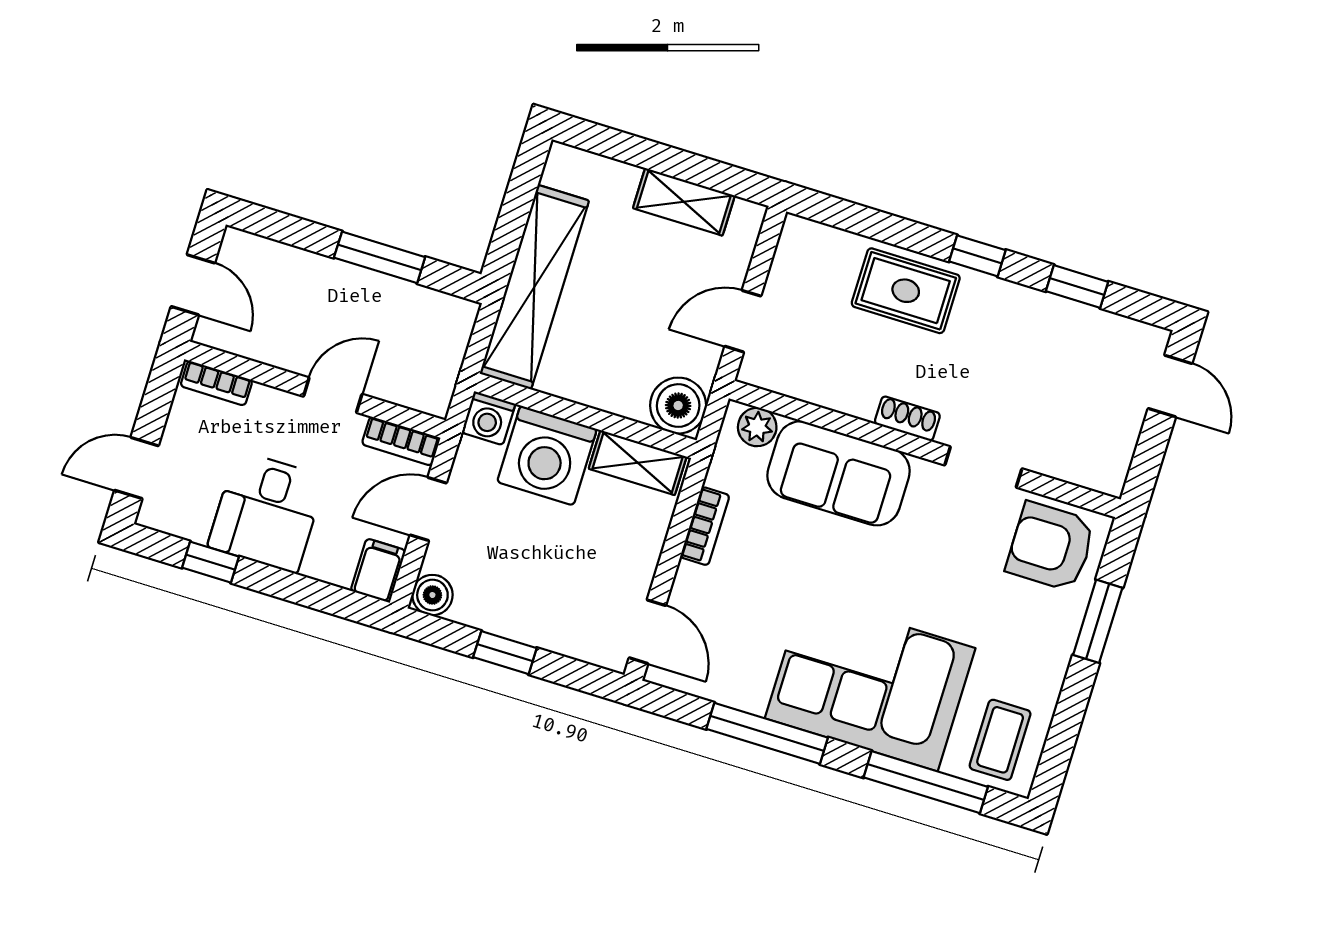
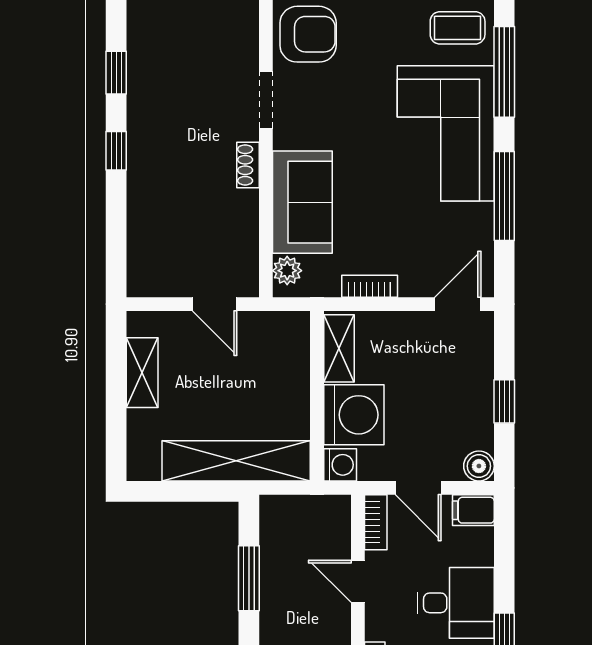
rug: (906, 291) -> (157, 194), removed
boiler: (678, 406) -> (289, 332), removed
armchair: (1051, 547) -> (308, 34), turned -90

